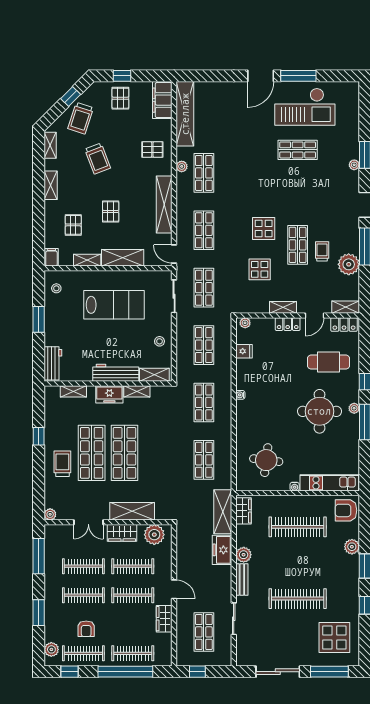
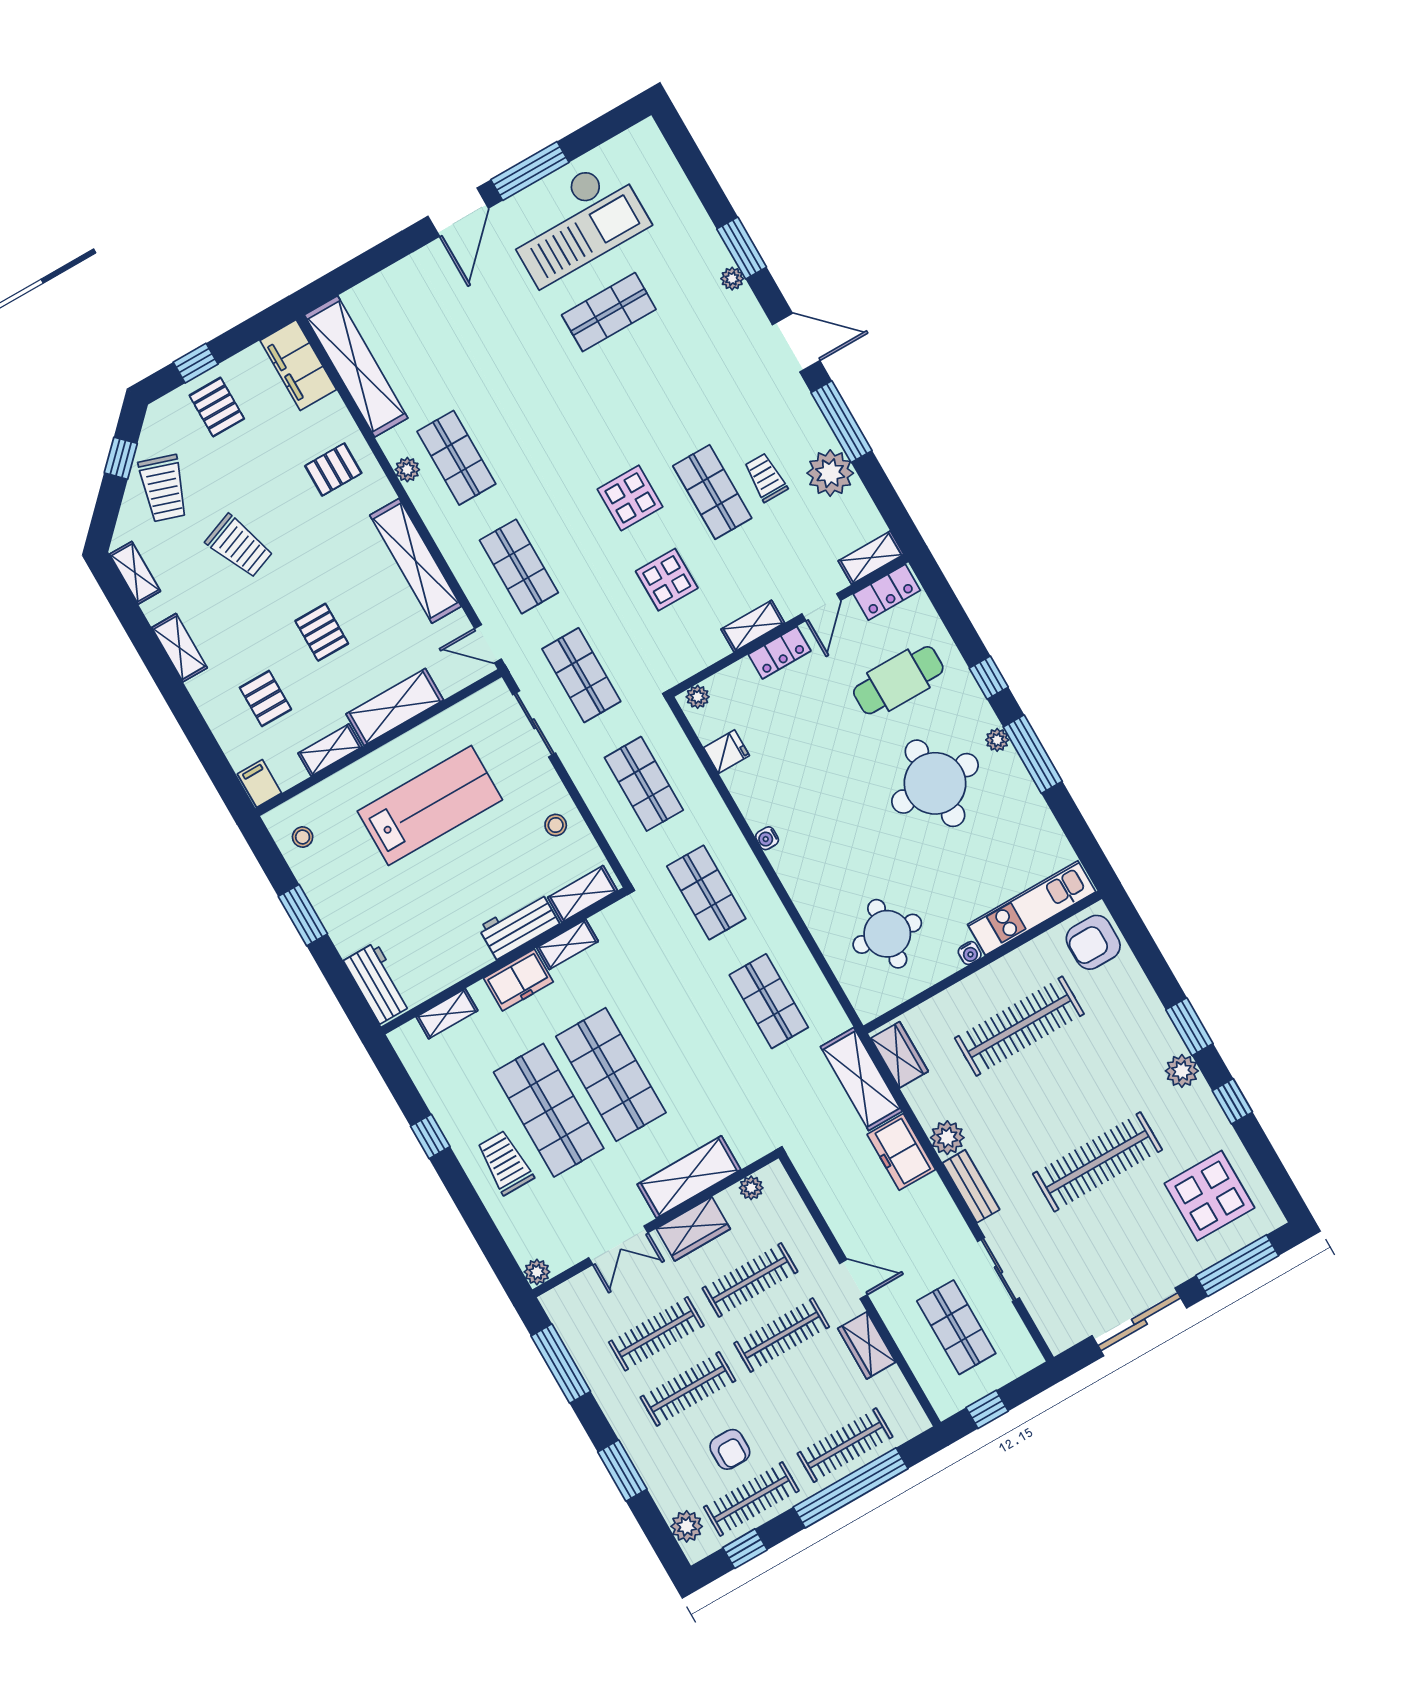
workbench: (116, 373) -> (519, 926), width x0.73
plant: (154, 535) -> (751, 1188), width x0.53, depth x0.53
plant: (352, 547) -> (1182, 1071), moved

